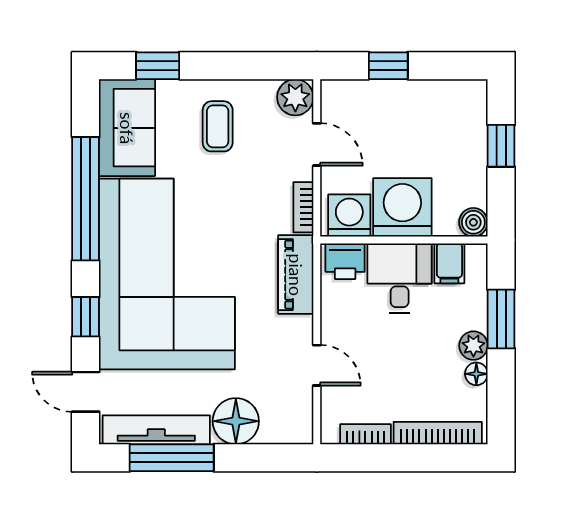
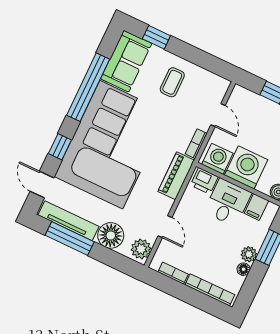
plant: (295, 97) -> (141, 249), moved

